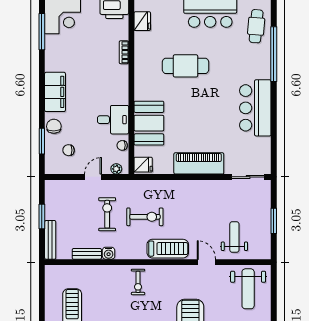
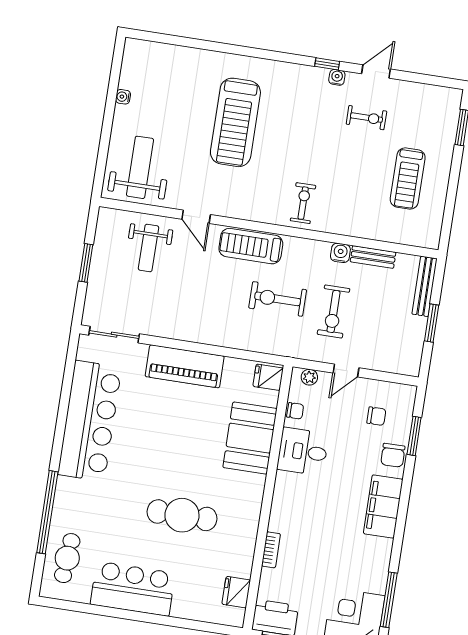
bar counter: (255, 108) -> (90, 421), width x1.36

